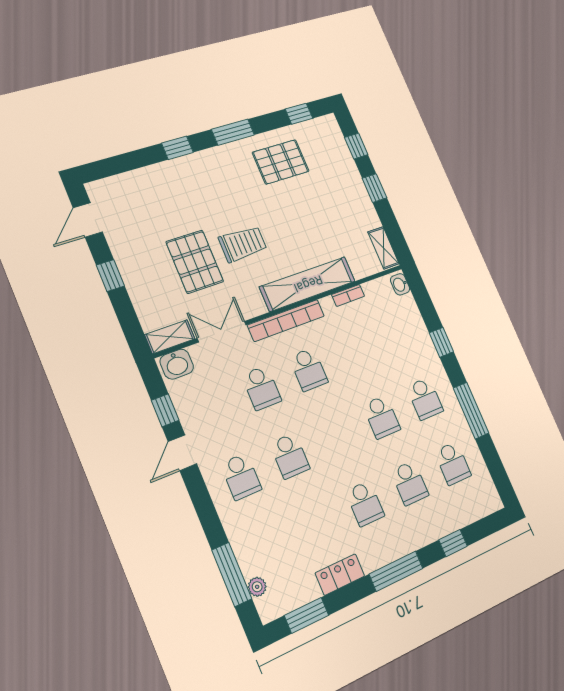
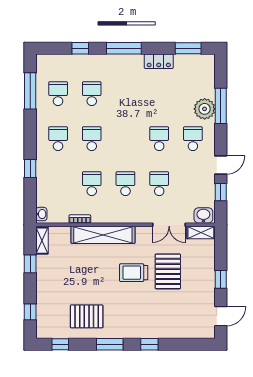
window: (374, 188) -> (30, 264), moved
bookcase: (286, 320) -> (127, 218), removed
window: (471, 411) -> (30, 91), moved
school desk: (365, 503) -> (92, 184), moved
window: (232, 574) -> (221, 106), moved
plant: (257, 587) -> (205, 109), moved, width x1.87, depth x1.87

